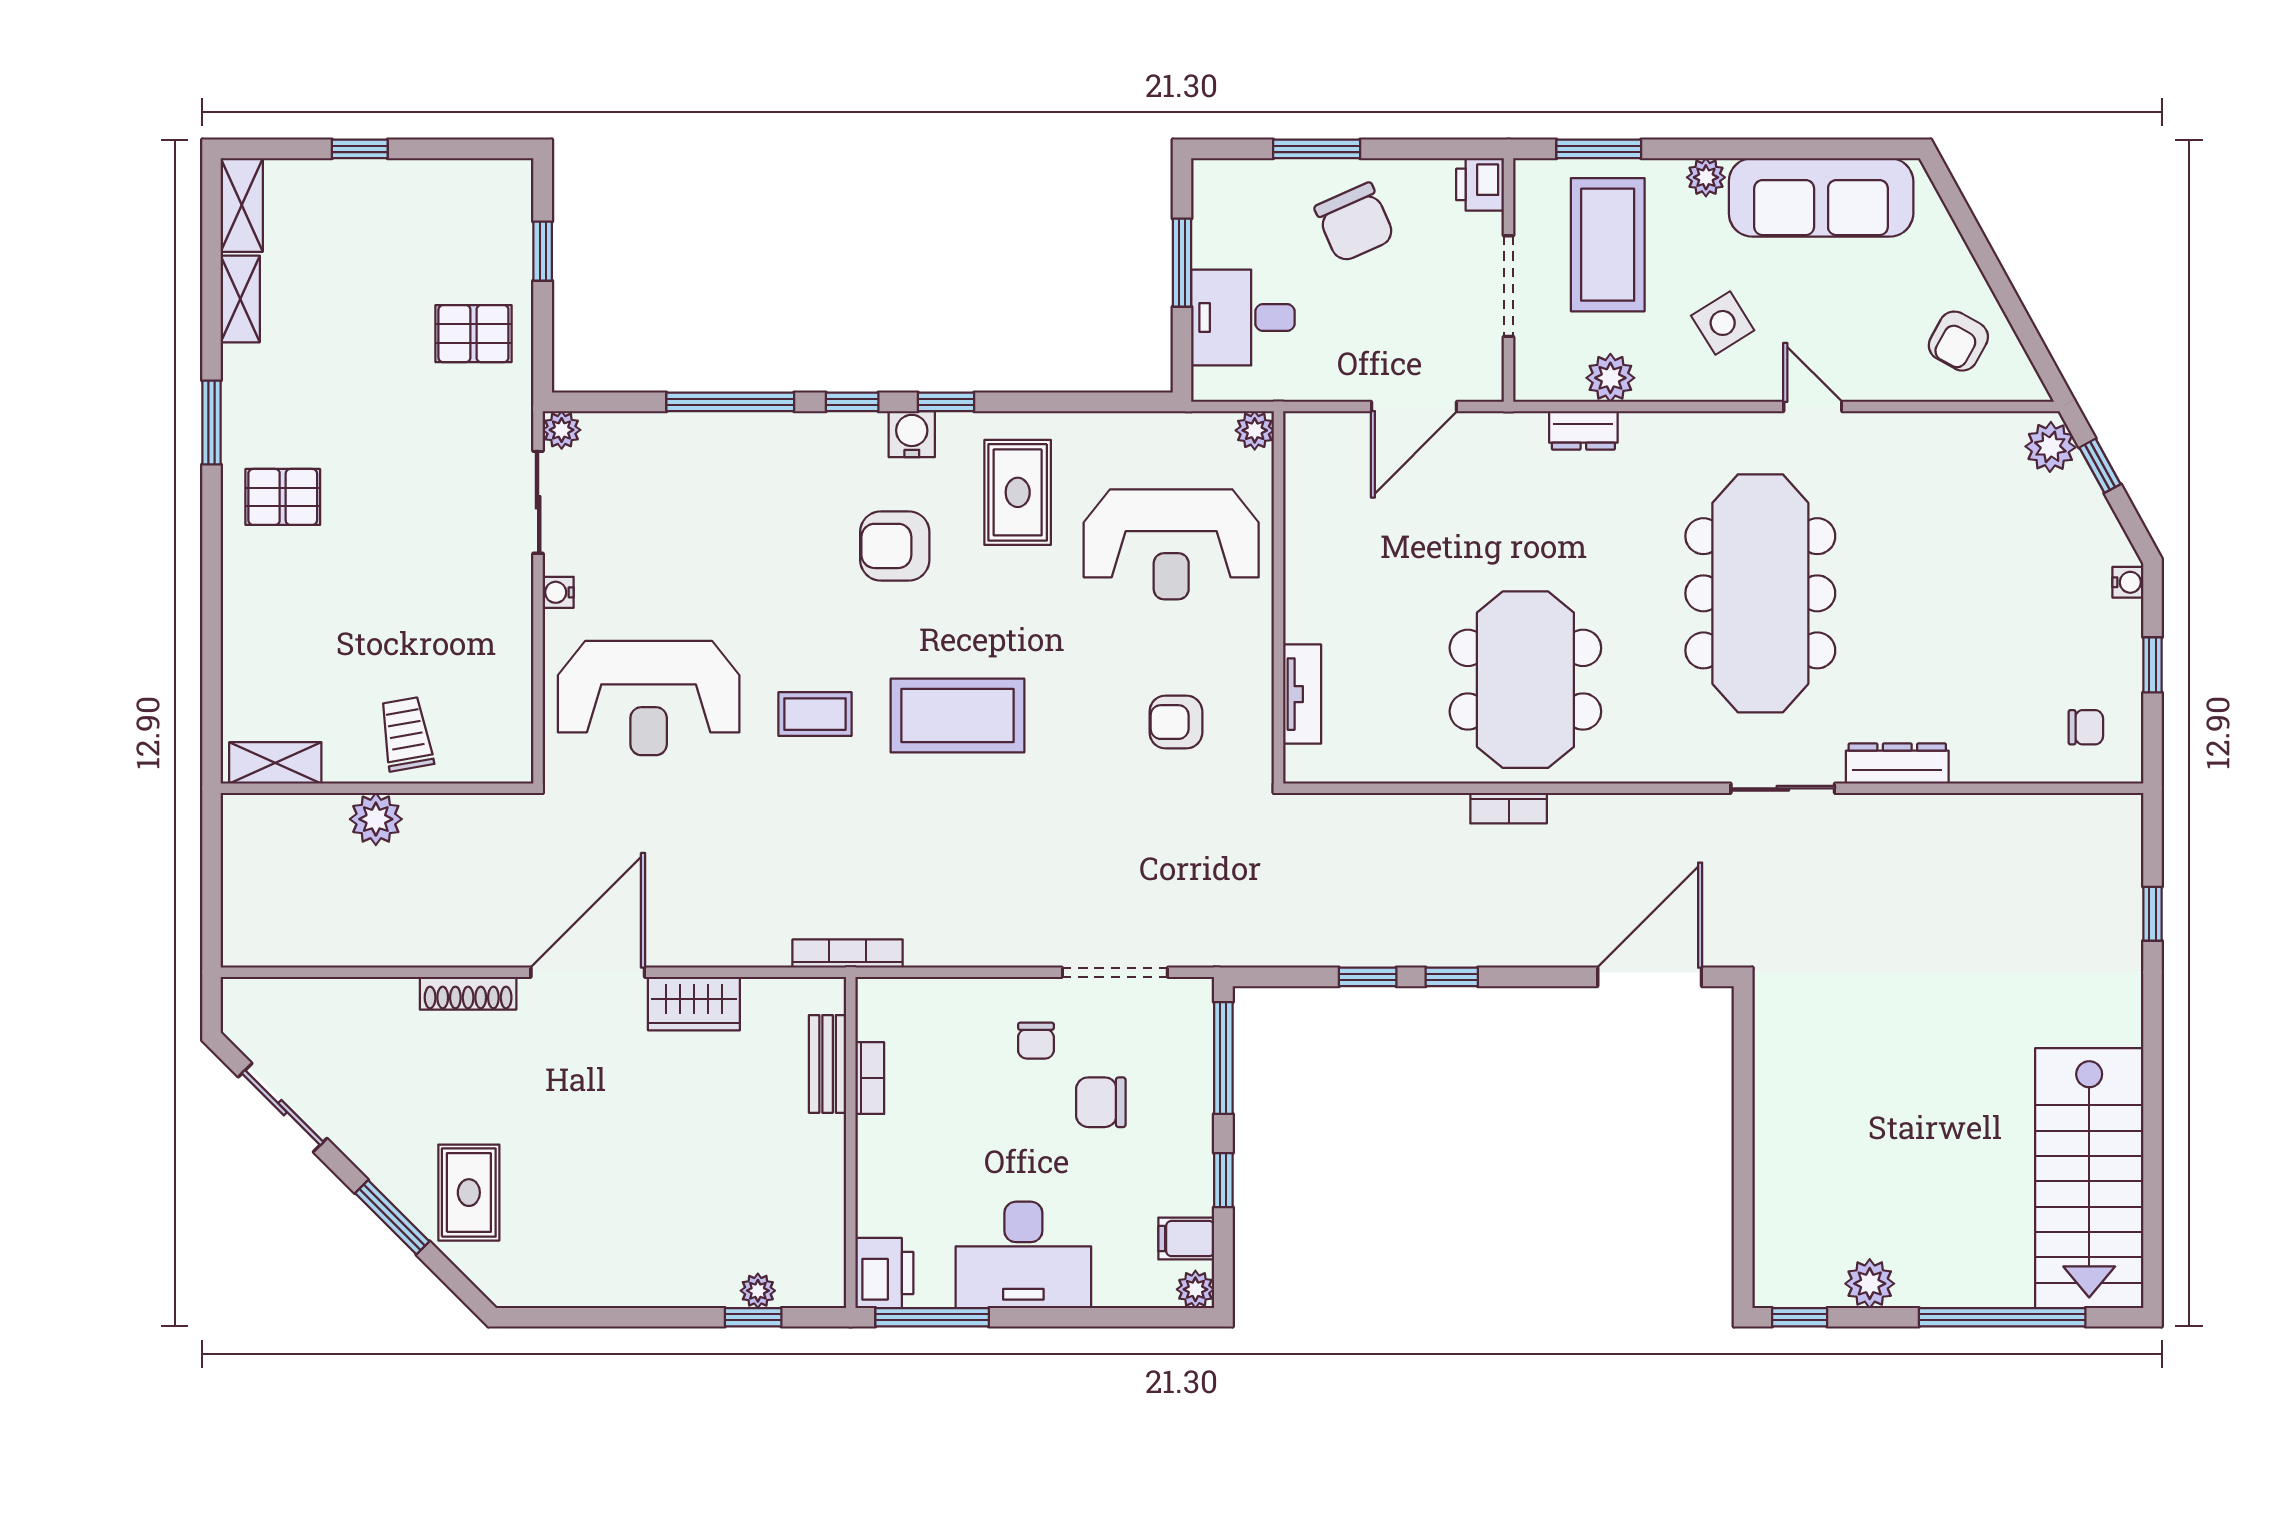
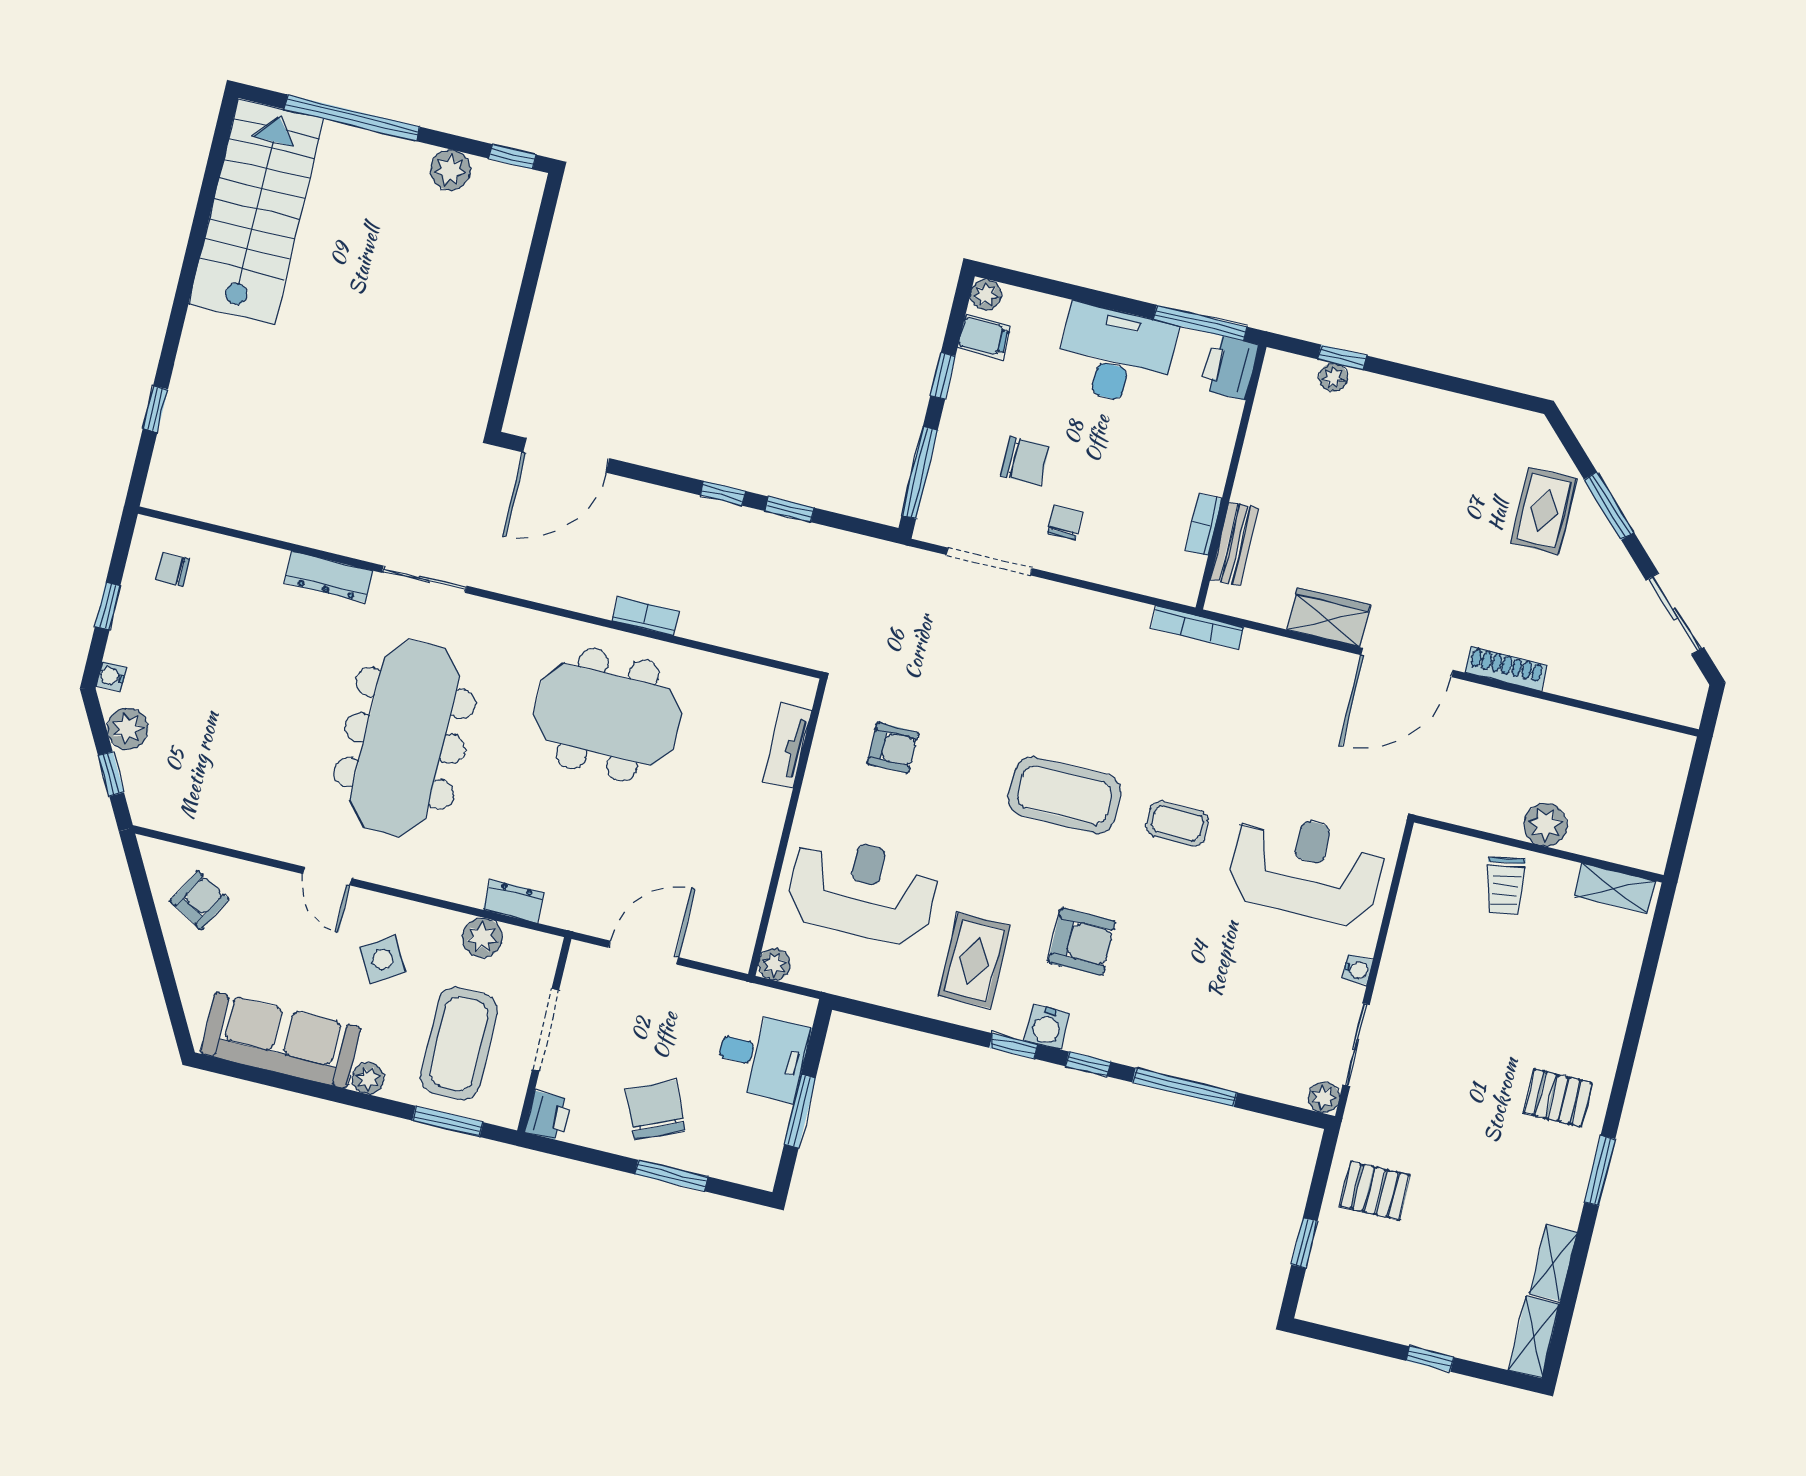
plant: (2050, 447) -> (128, 729), moved
meeting table: (1525, 680) -> (608, 715), turned 90

